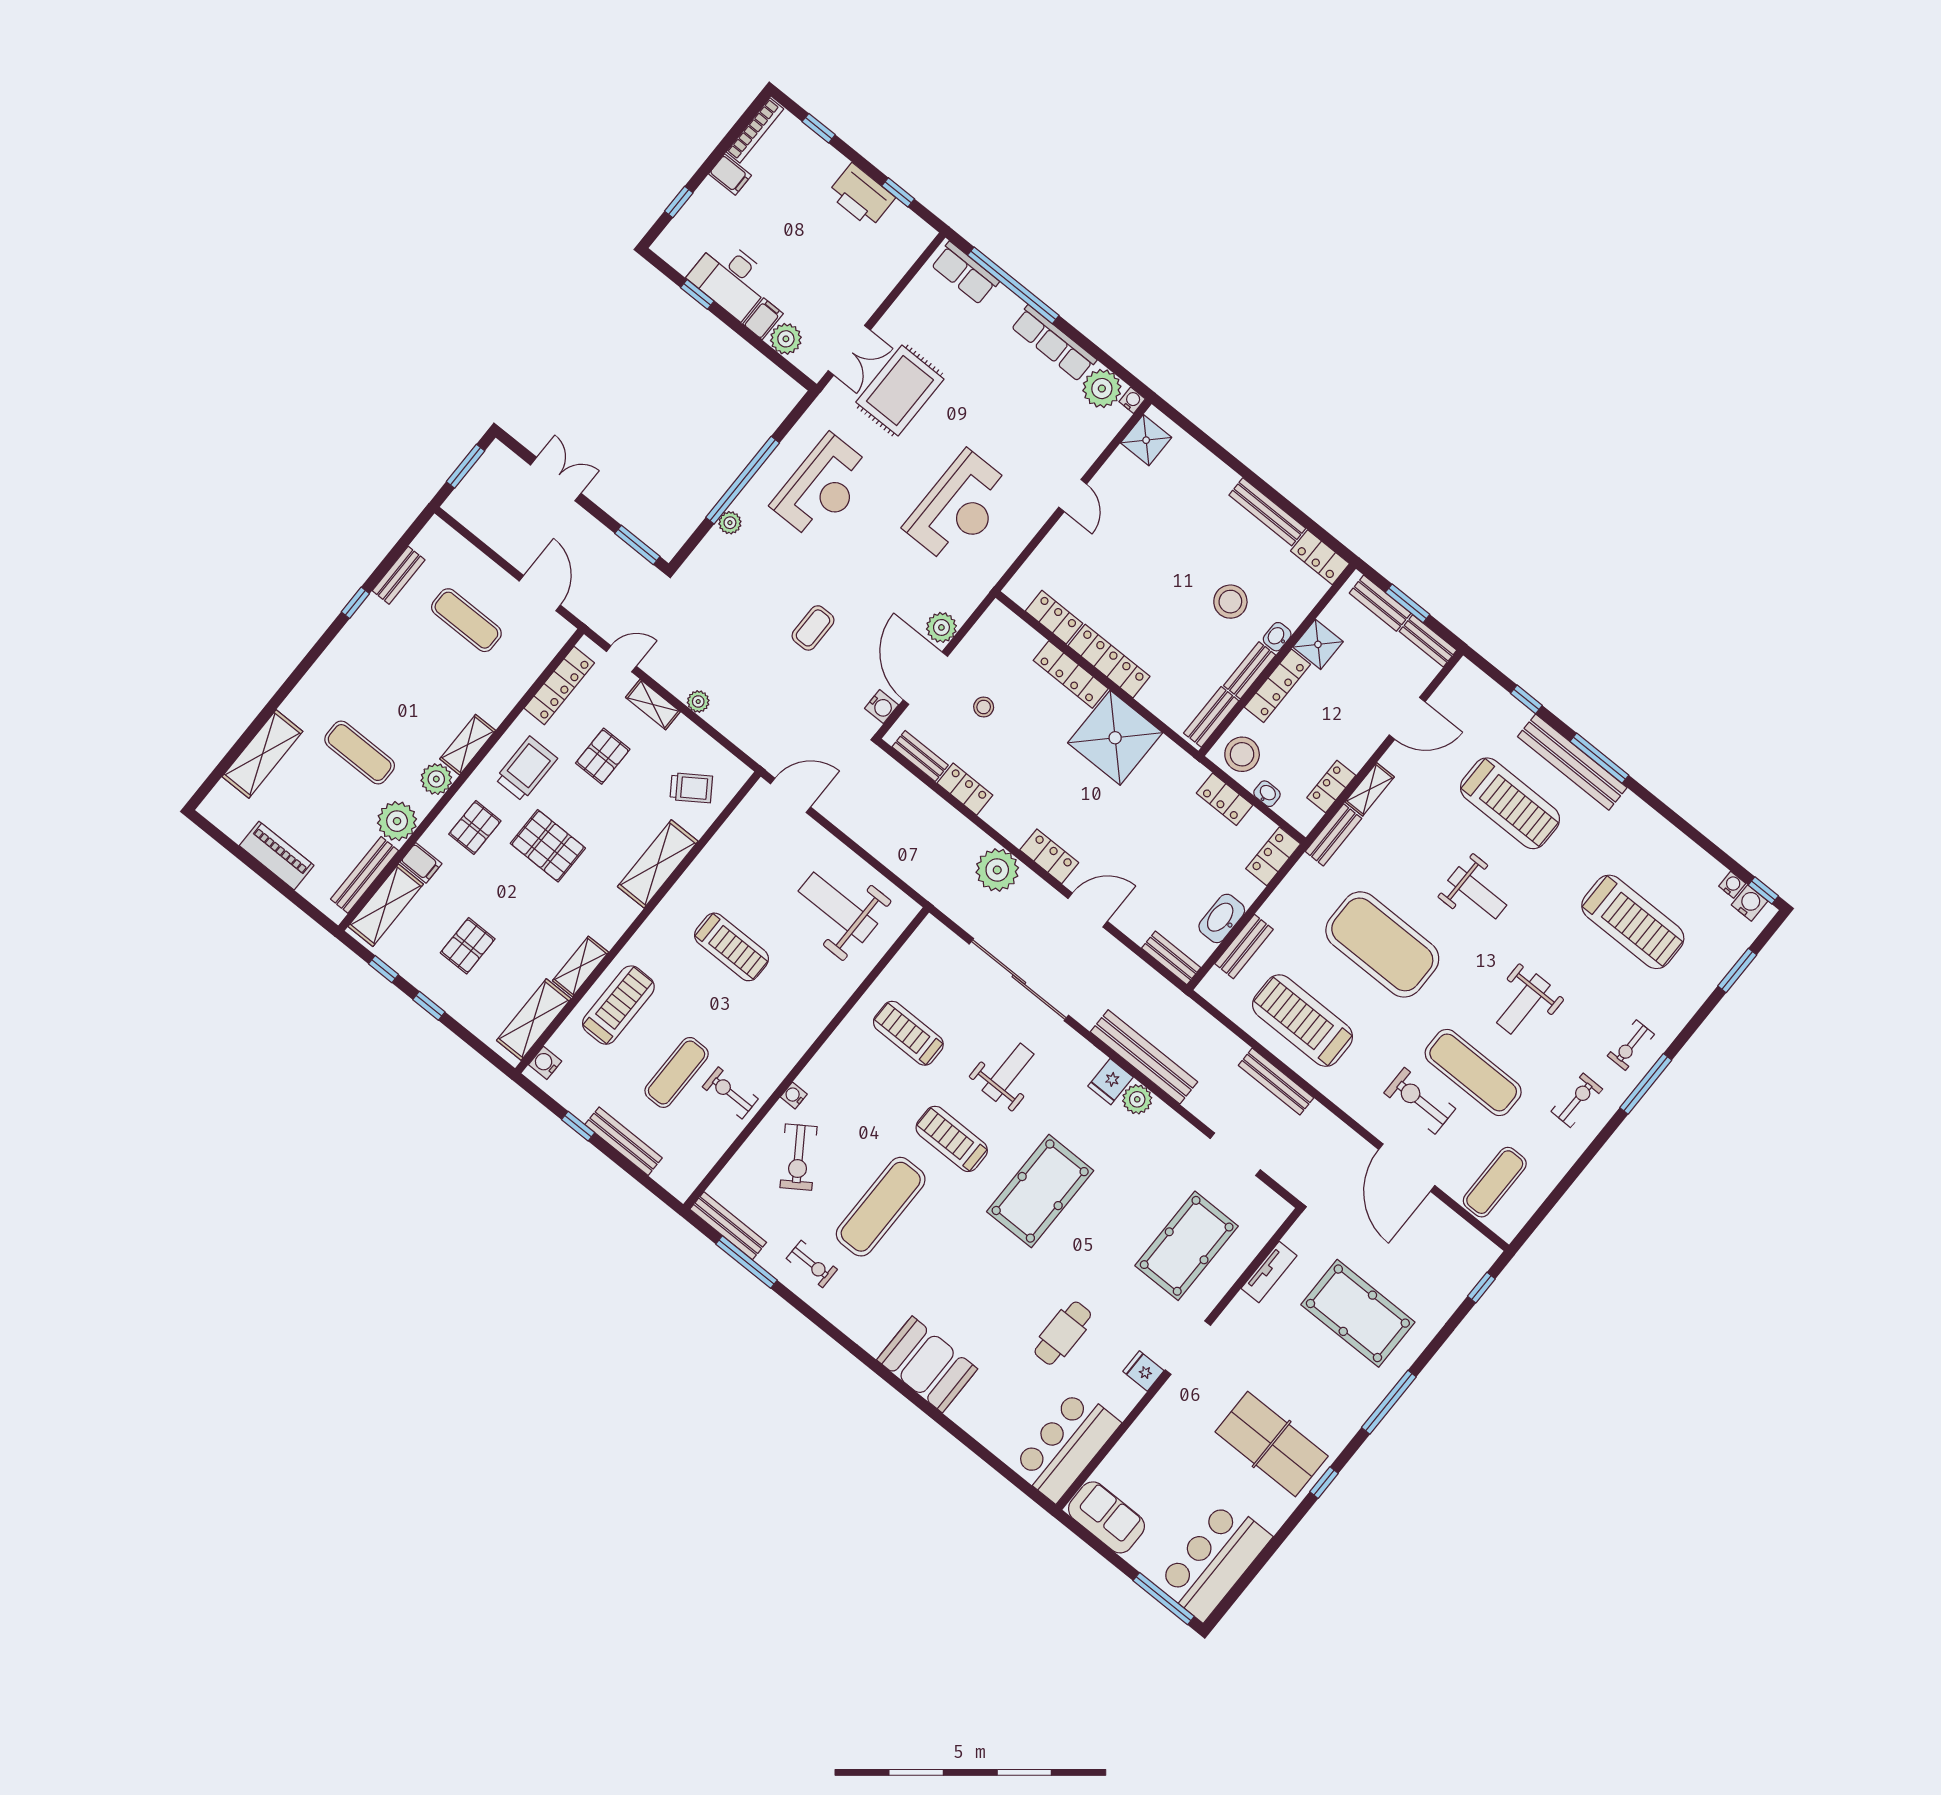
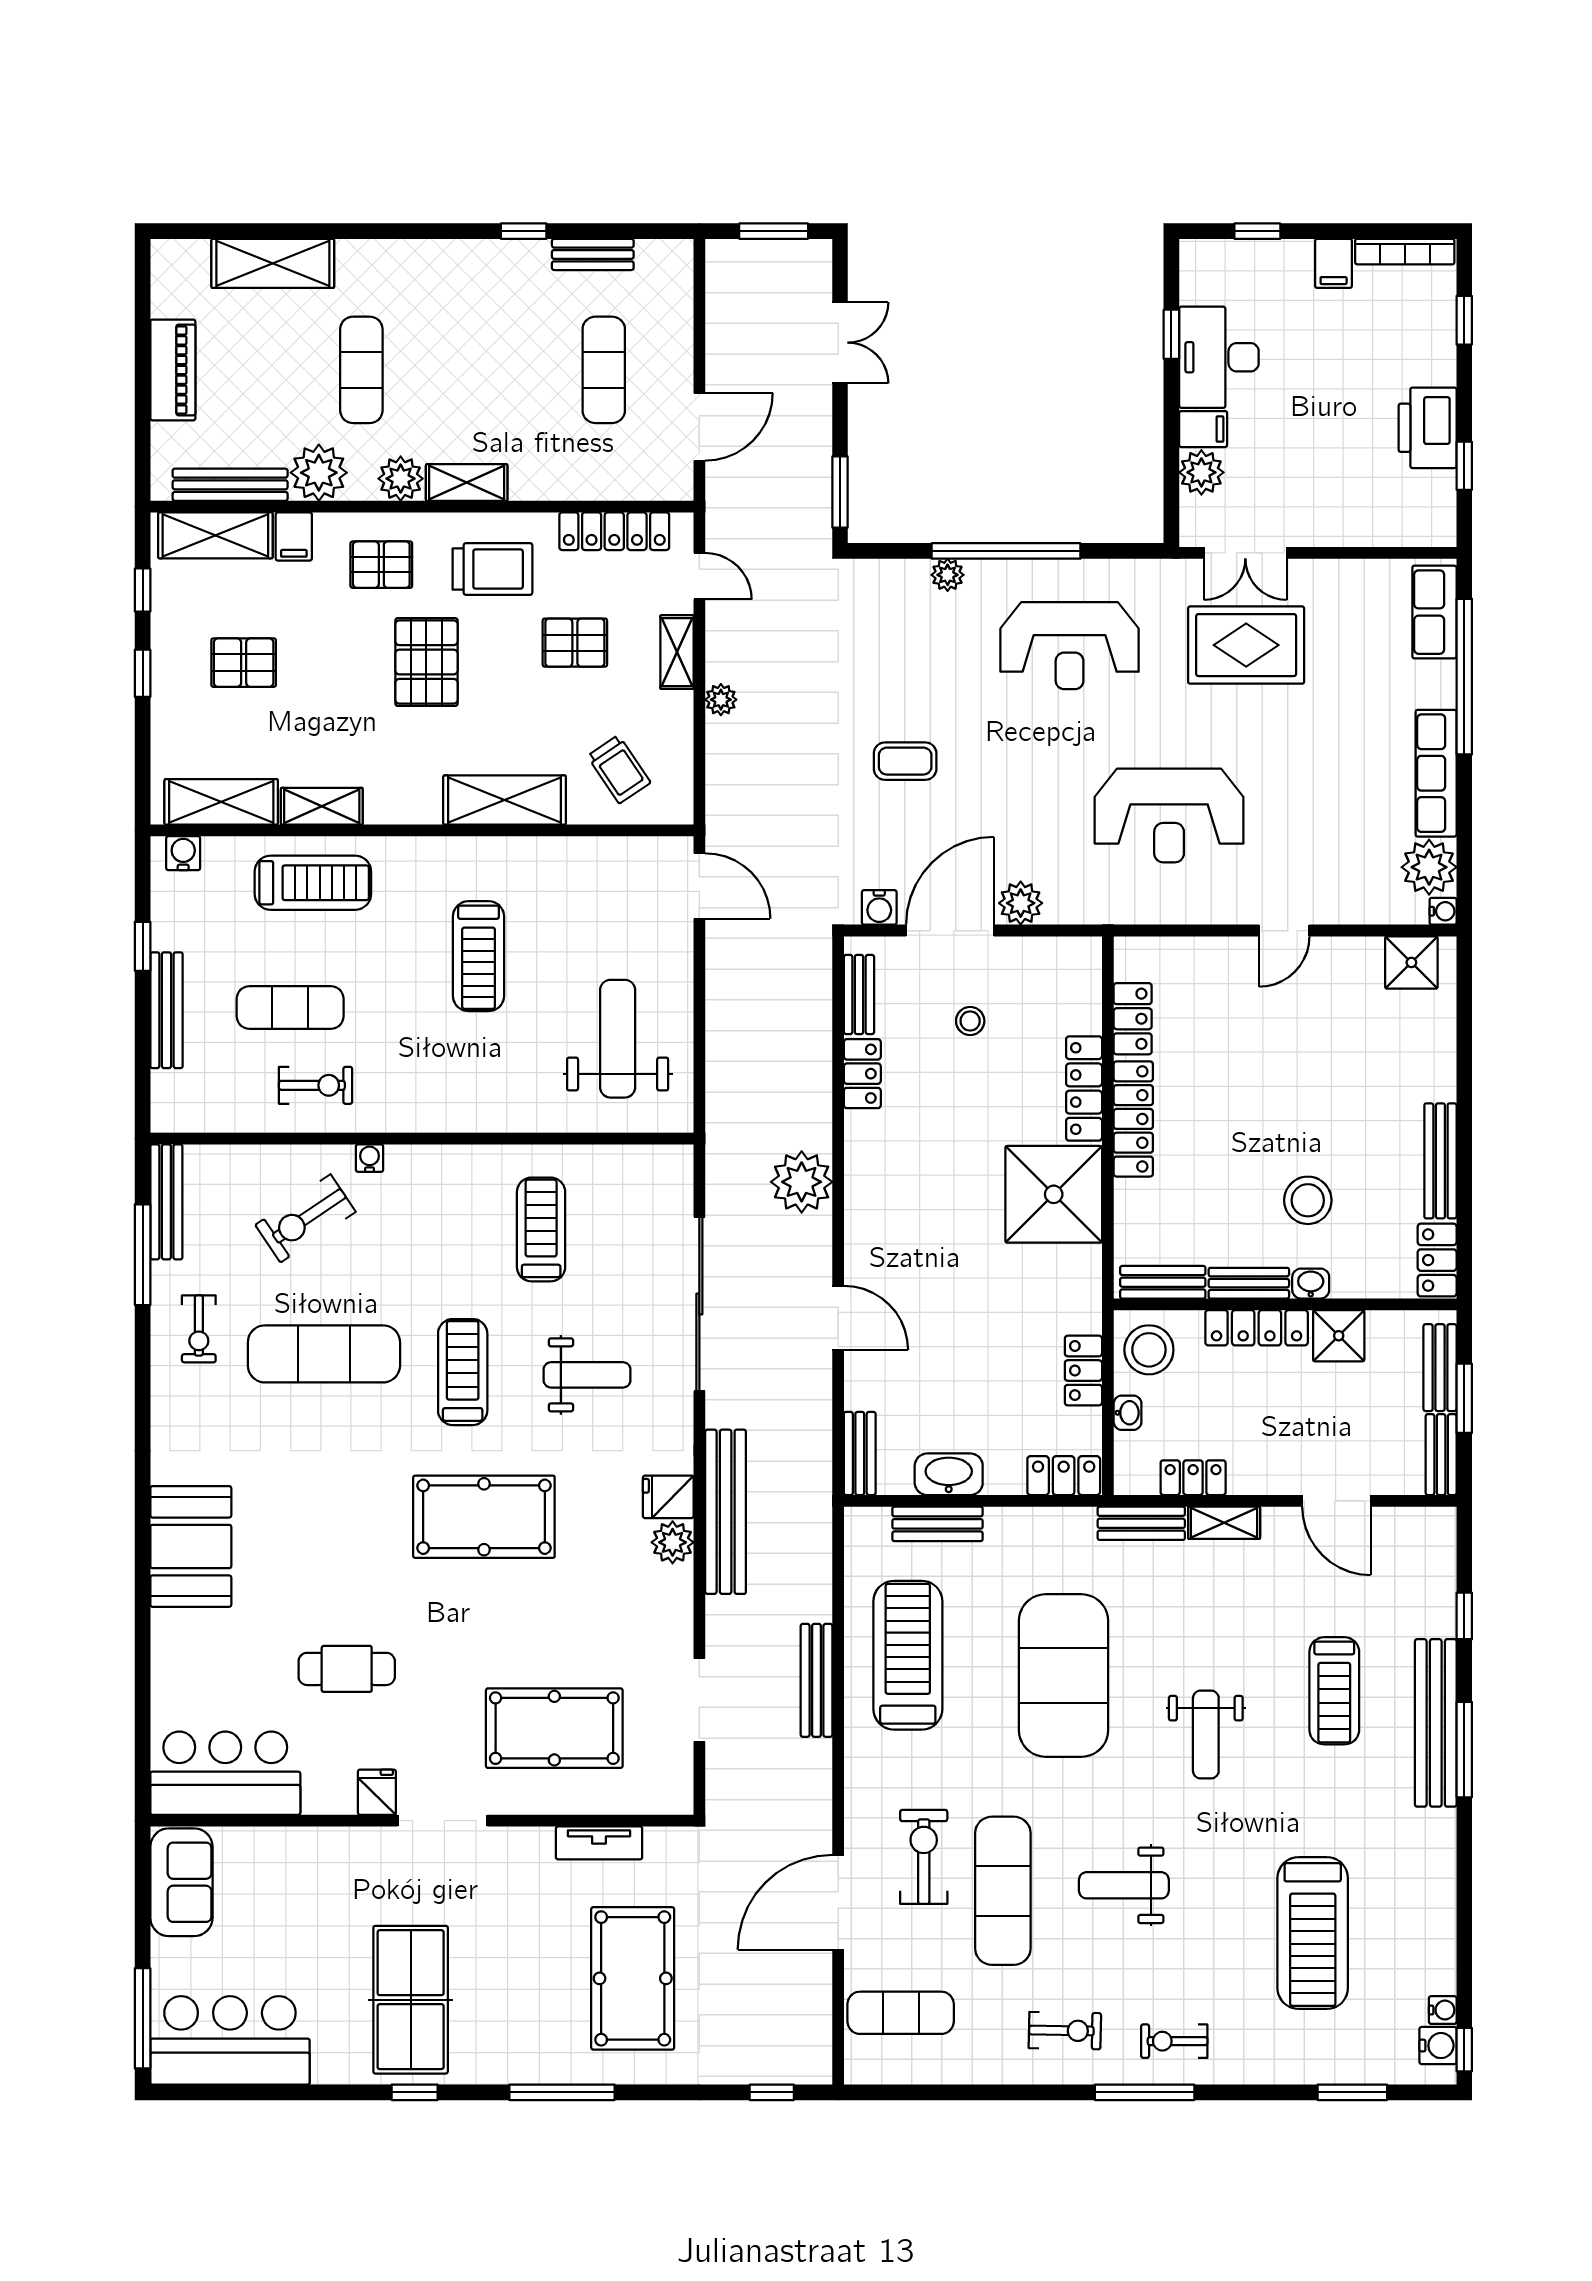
treadmill: (1510, 803) -> (1334, 1691), width x0.73, depth x0.73
locker: (1049, 856) -> (863, 1227), removed
exercise bike: (730, 1093) -> (316, 1085), turned 90

